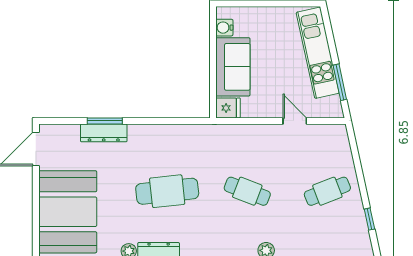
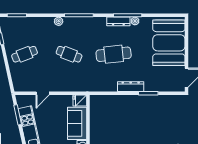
door: (295, 121) -> (43, 93), hinge flipped
dresser: (104, 133) -> (131, 87), moved

